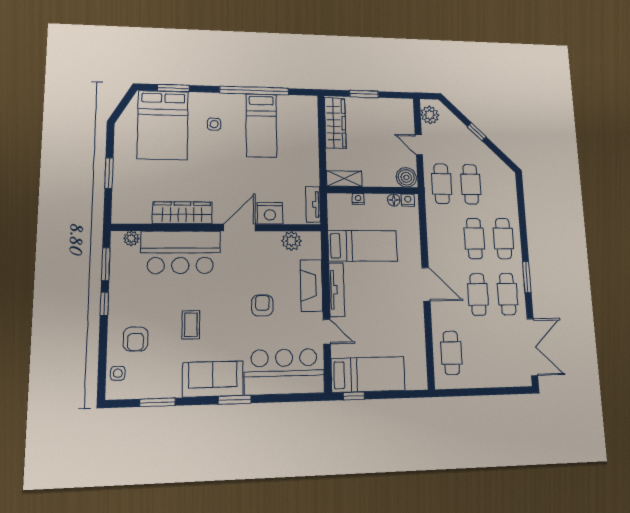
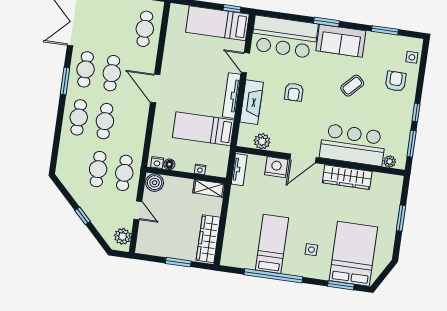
coffee table: (191, 325) -> (352, 86), turned 44

